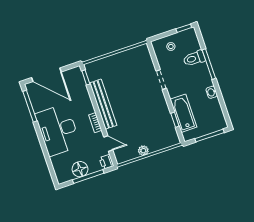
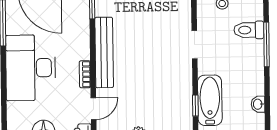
washbasin: (212, 92) -> (258, 104), moved
door: (108, 144) -> (94, 109), hinge flipped

